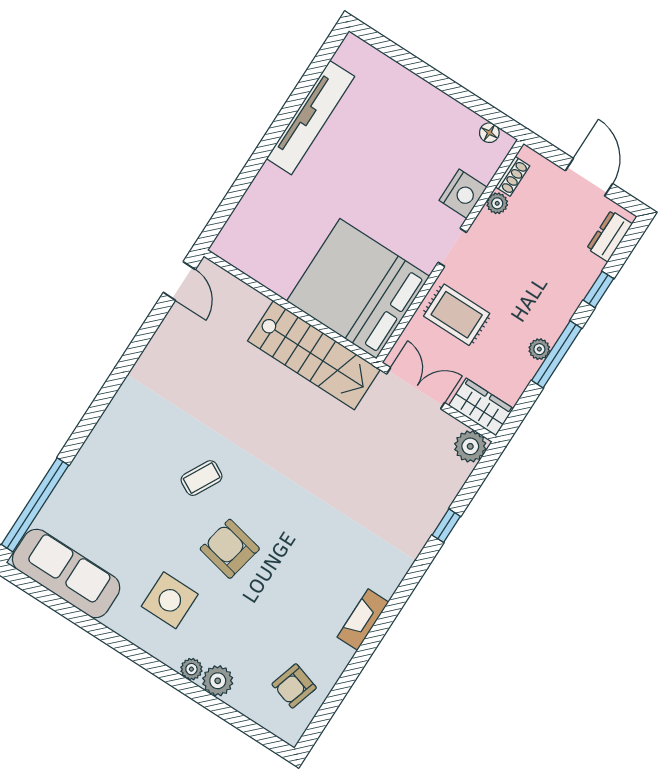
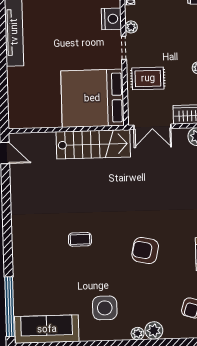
plant: (497, 203) -> (131, 27), moved
double door: (416, 388) -> (152, 127), swing flipped
coffee table: (202, 478) -> (80, 239), turned 62
armchair: (230, 549) -> (145, 251), moved

